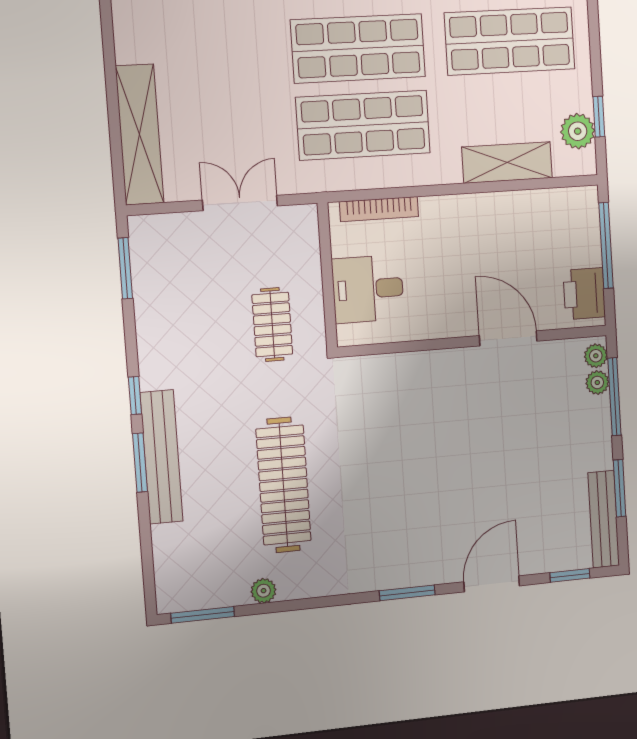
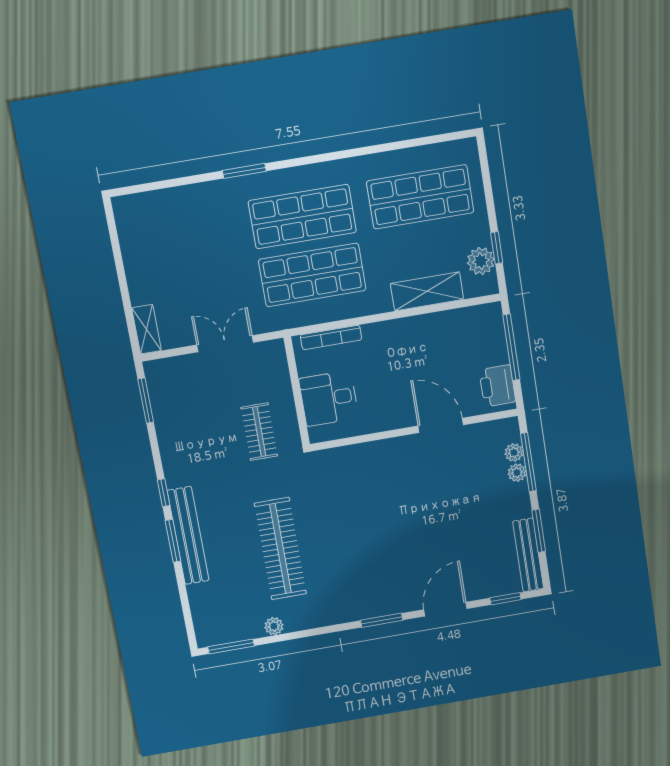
shelving: (140, 135) -> (147, 329), width x0.45, depth x0.75
plant: (596, 356) -> (517, 473), moved

